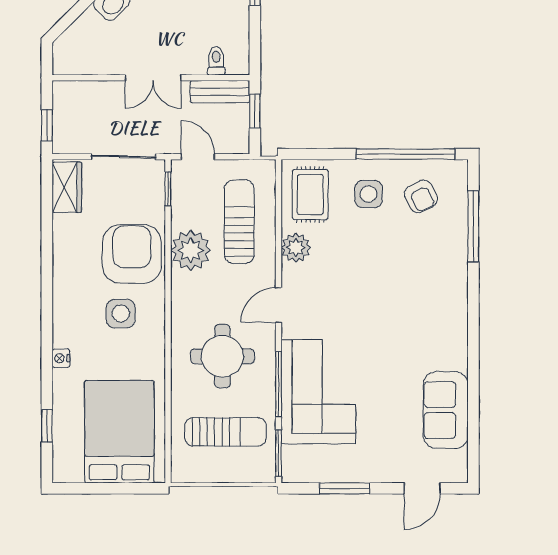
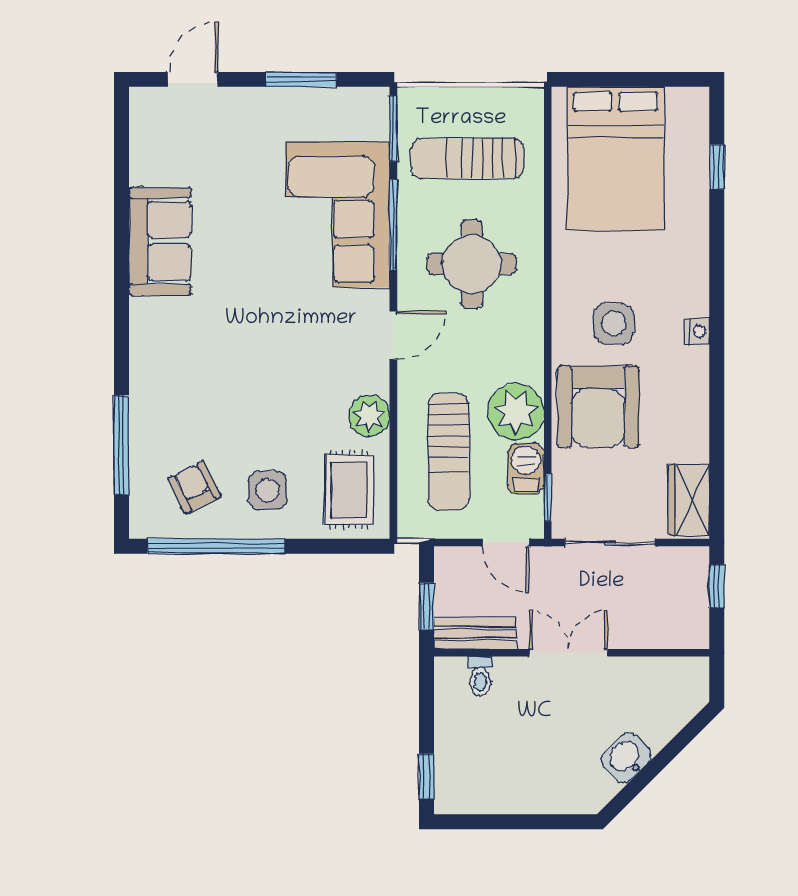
barbecue: (184, 210) -> (526, 469), added
nightstand: (61, 358) -> (697, 332), moved
sofa: (446, 410) -> (160, 241), moved

